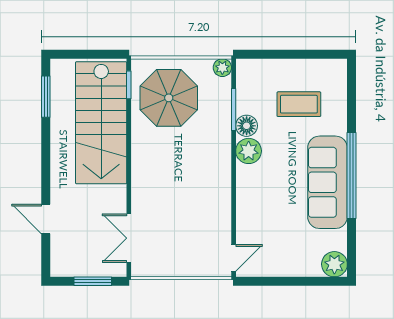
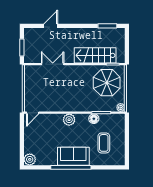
stairs: (101, 123) -> (95, 55), width x0.73, depth x0.66
plant: (249, 151) -> (69, 120), moved
sofa: (327, 182) -> (73, 156), width x0.73
double door: (129, 238) -> (53, 64), moved
door: (234, 258) -> (33, 113), hinge flipped

